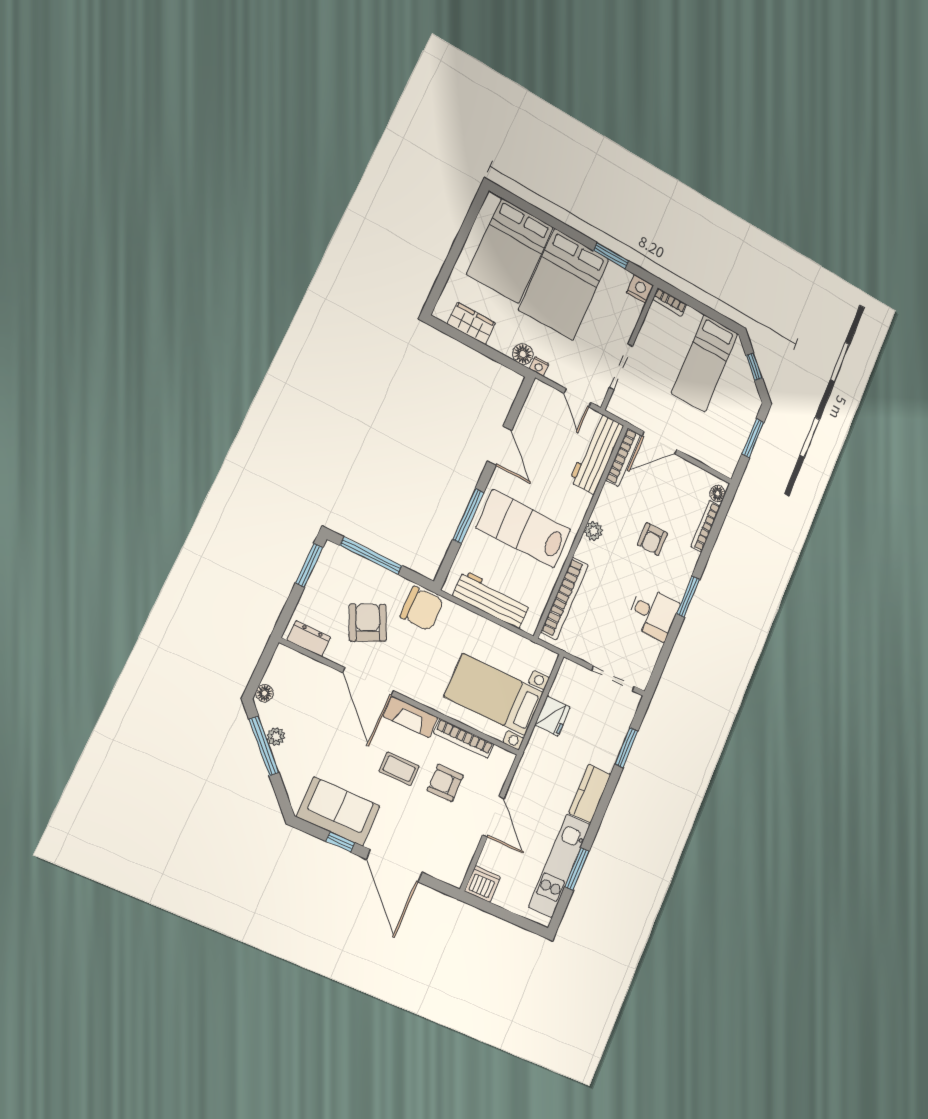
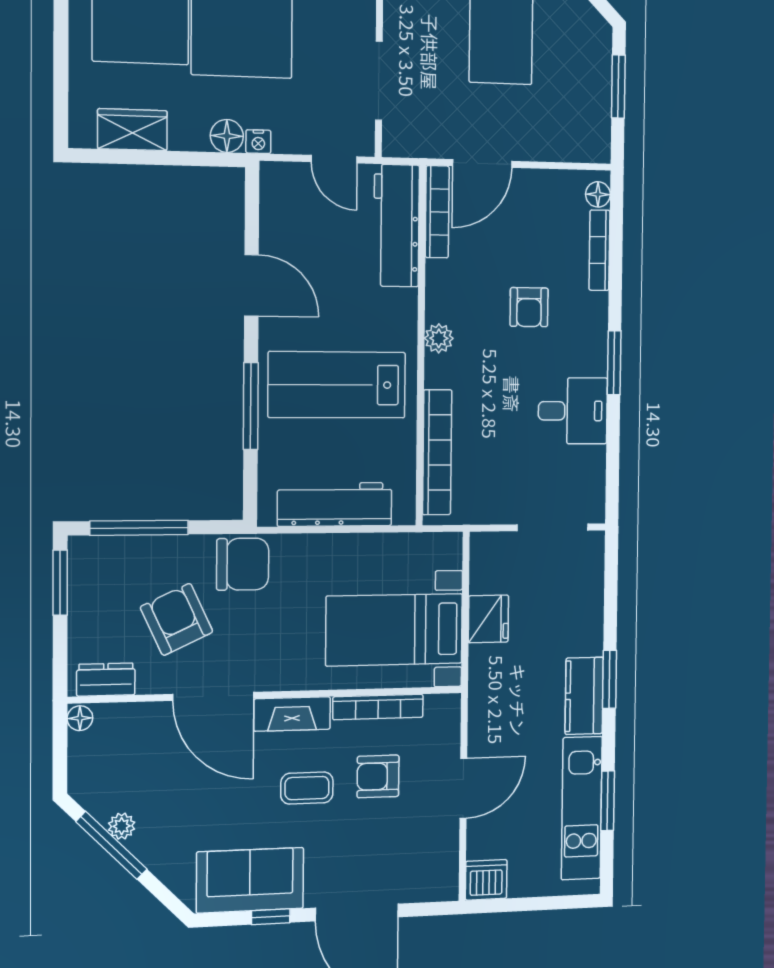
floor lamp: (264, 693) -> (80, 718), moved
window: (626, 748) -> (609, 679), moved
door: (493, 817) -> (463, 788), hinge flipped

